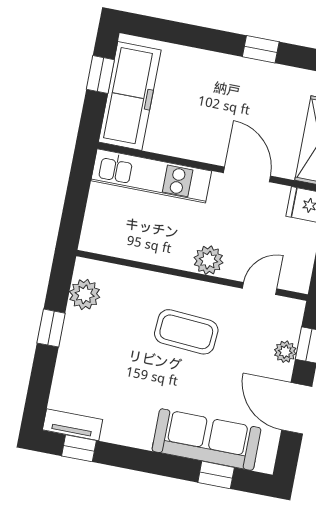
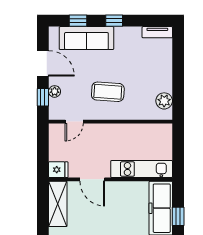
plant: (208, 260) -> (104, 131), removed
window: (51, 328) -> (178, 80), removed
window: (79, 448) -> (114, 21), moved

